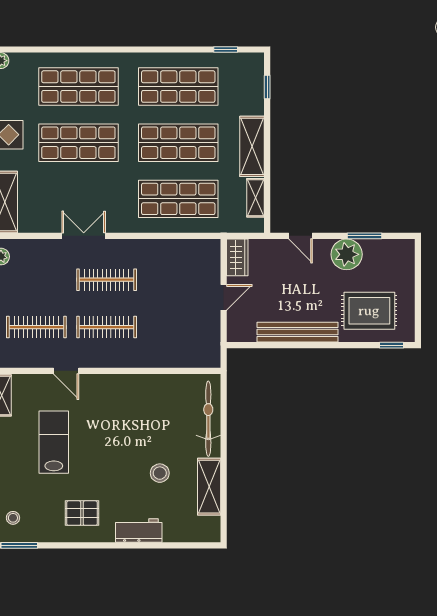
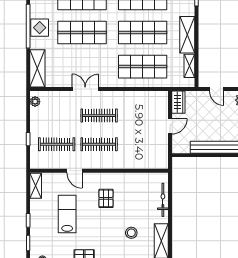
pallet: (118, 416) -> (106, 198), added
bicycle: (208, 419) -> (163, 200), width x0.73, depth x0.71

